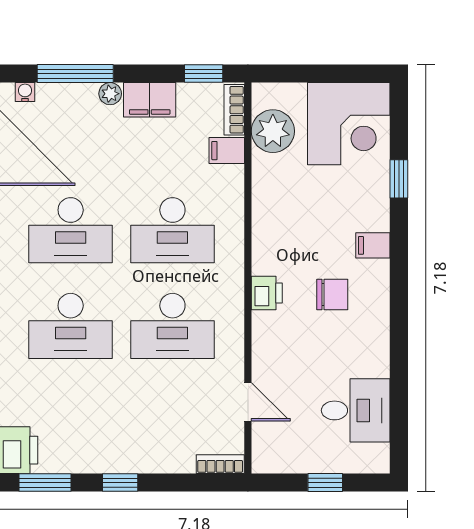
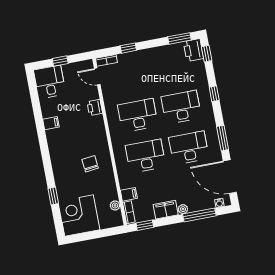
plant: (273, 131) -> (115, 205), width x0.53, depth x0.53
filing cabinet: (373, 245) -> (51, 123), moved
printer: (267, 293) -> (95, 107), moved
chair: (332, 295) -> (90, 164), moved, turned 84
door: (248, 402) -> (97, 76), moved
desk: (356, 410) -> (50, 82), moved, turned 90
window: (120, 483) -> (128, 48), moved

